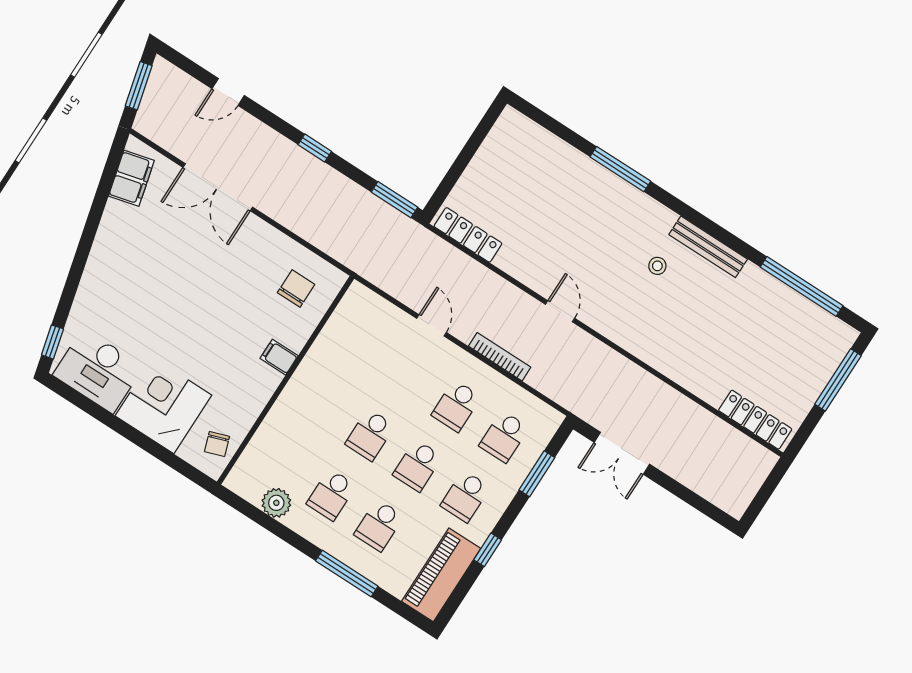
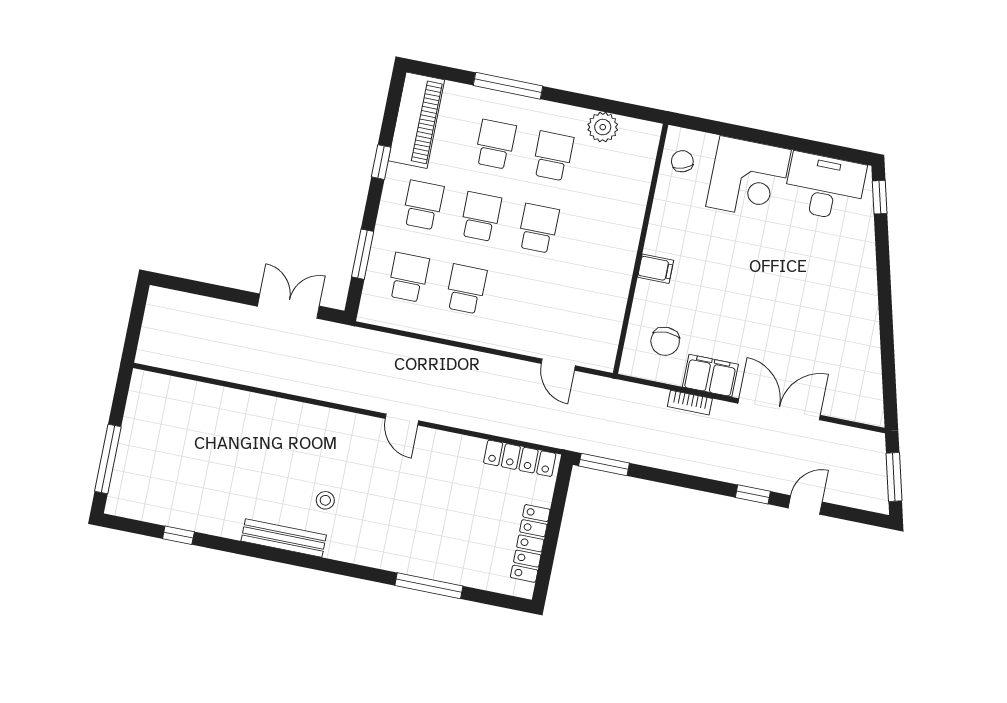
window: (315, 148) -> (753, 494), moved
window: (620, 169) -> (429, 586), moved
filing cabinet: (131, 178) -> (710, 376), moved, turned 104
window: (802, 286) -> (178, 535), width x0.32
door: (431, 325) -> (558, 365), moved
bookcase: (500, 357) -> (690, 403), moved, width x0.64
locker: (755, 420) -> (530, 543), moved, turned 90

